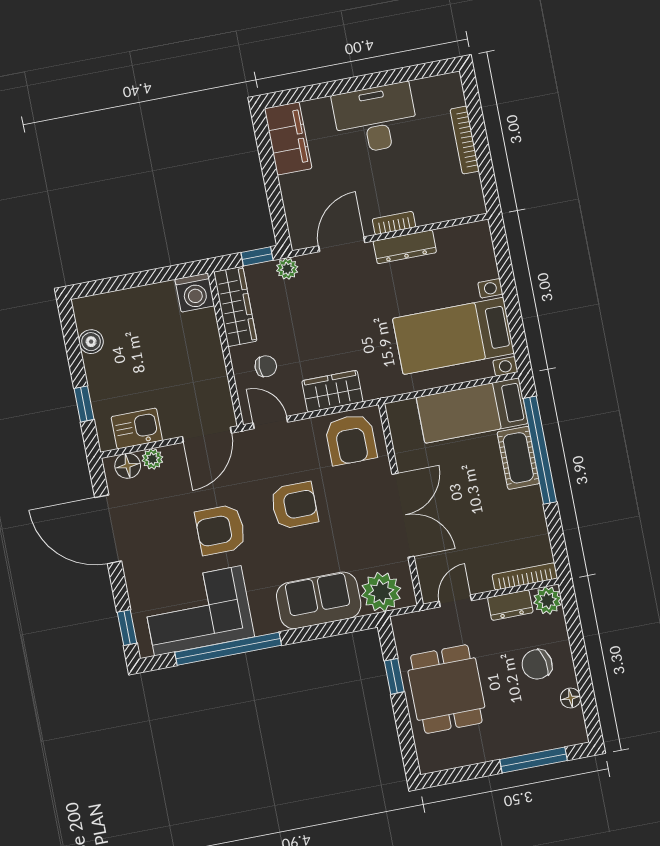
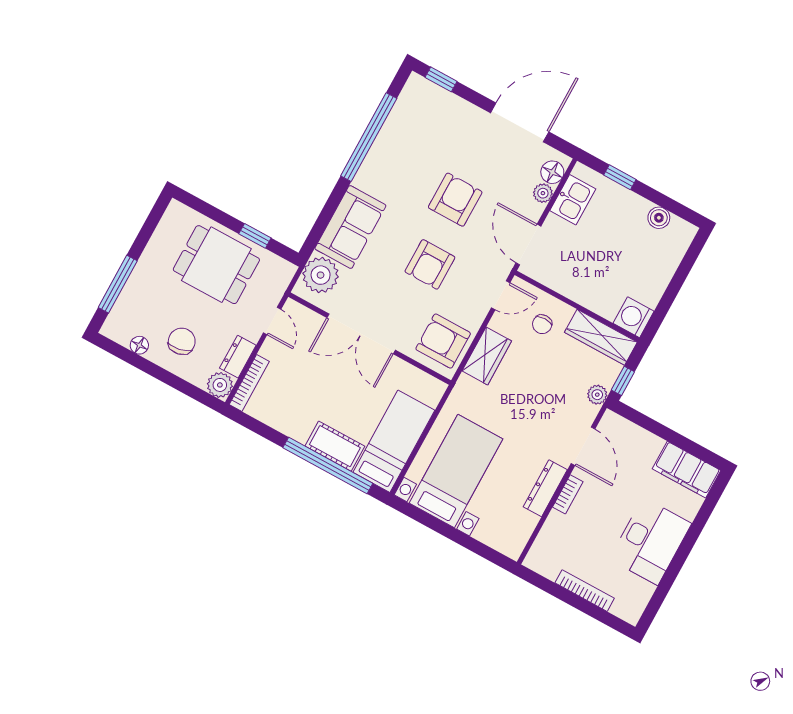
corner sofa: (198, 611) -> (412, 138), removed

